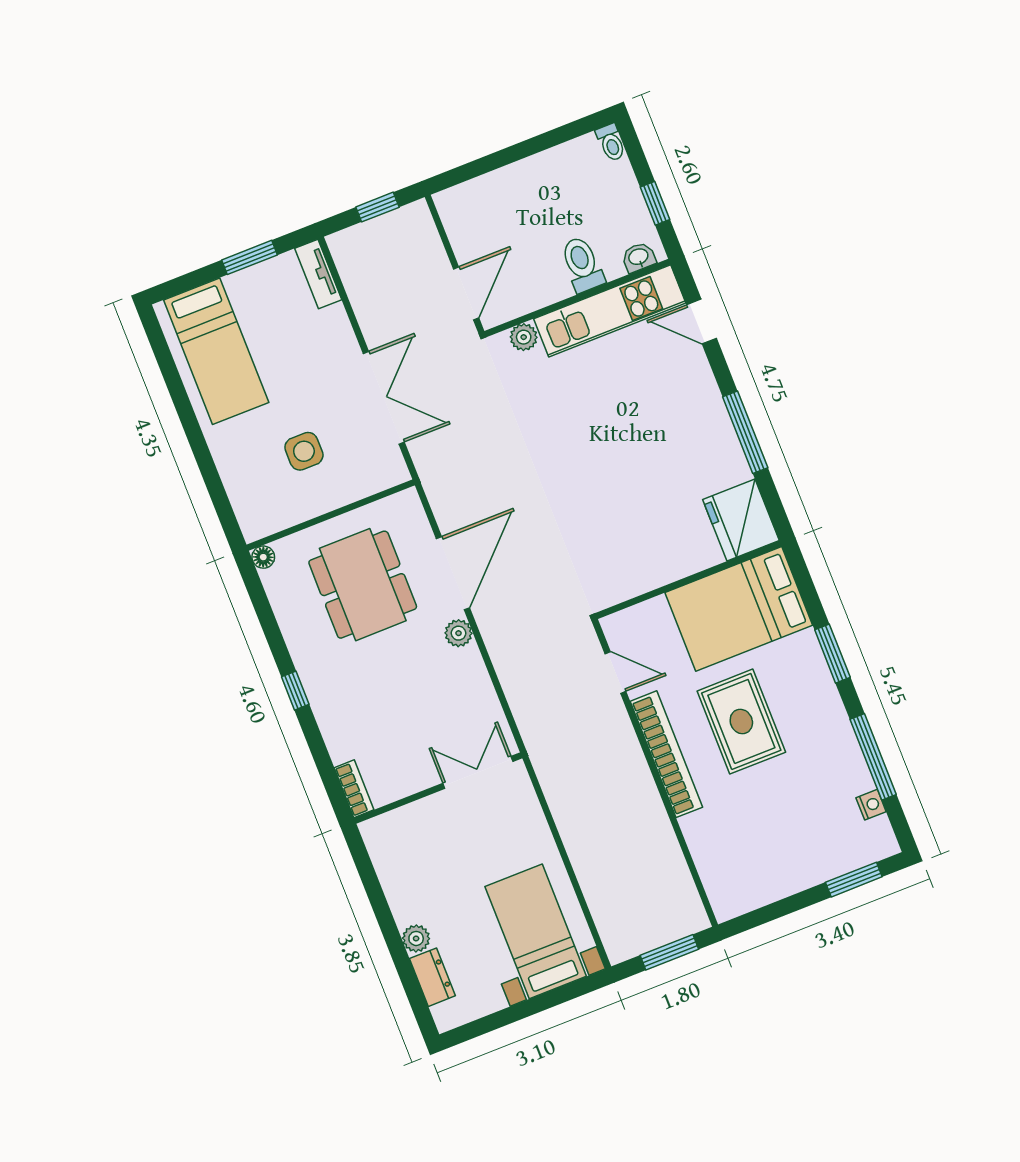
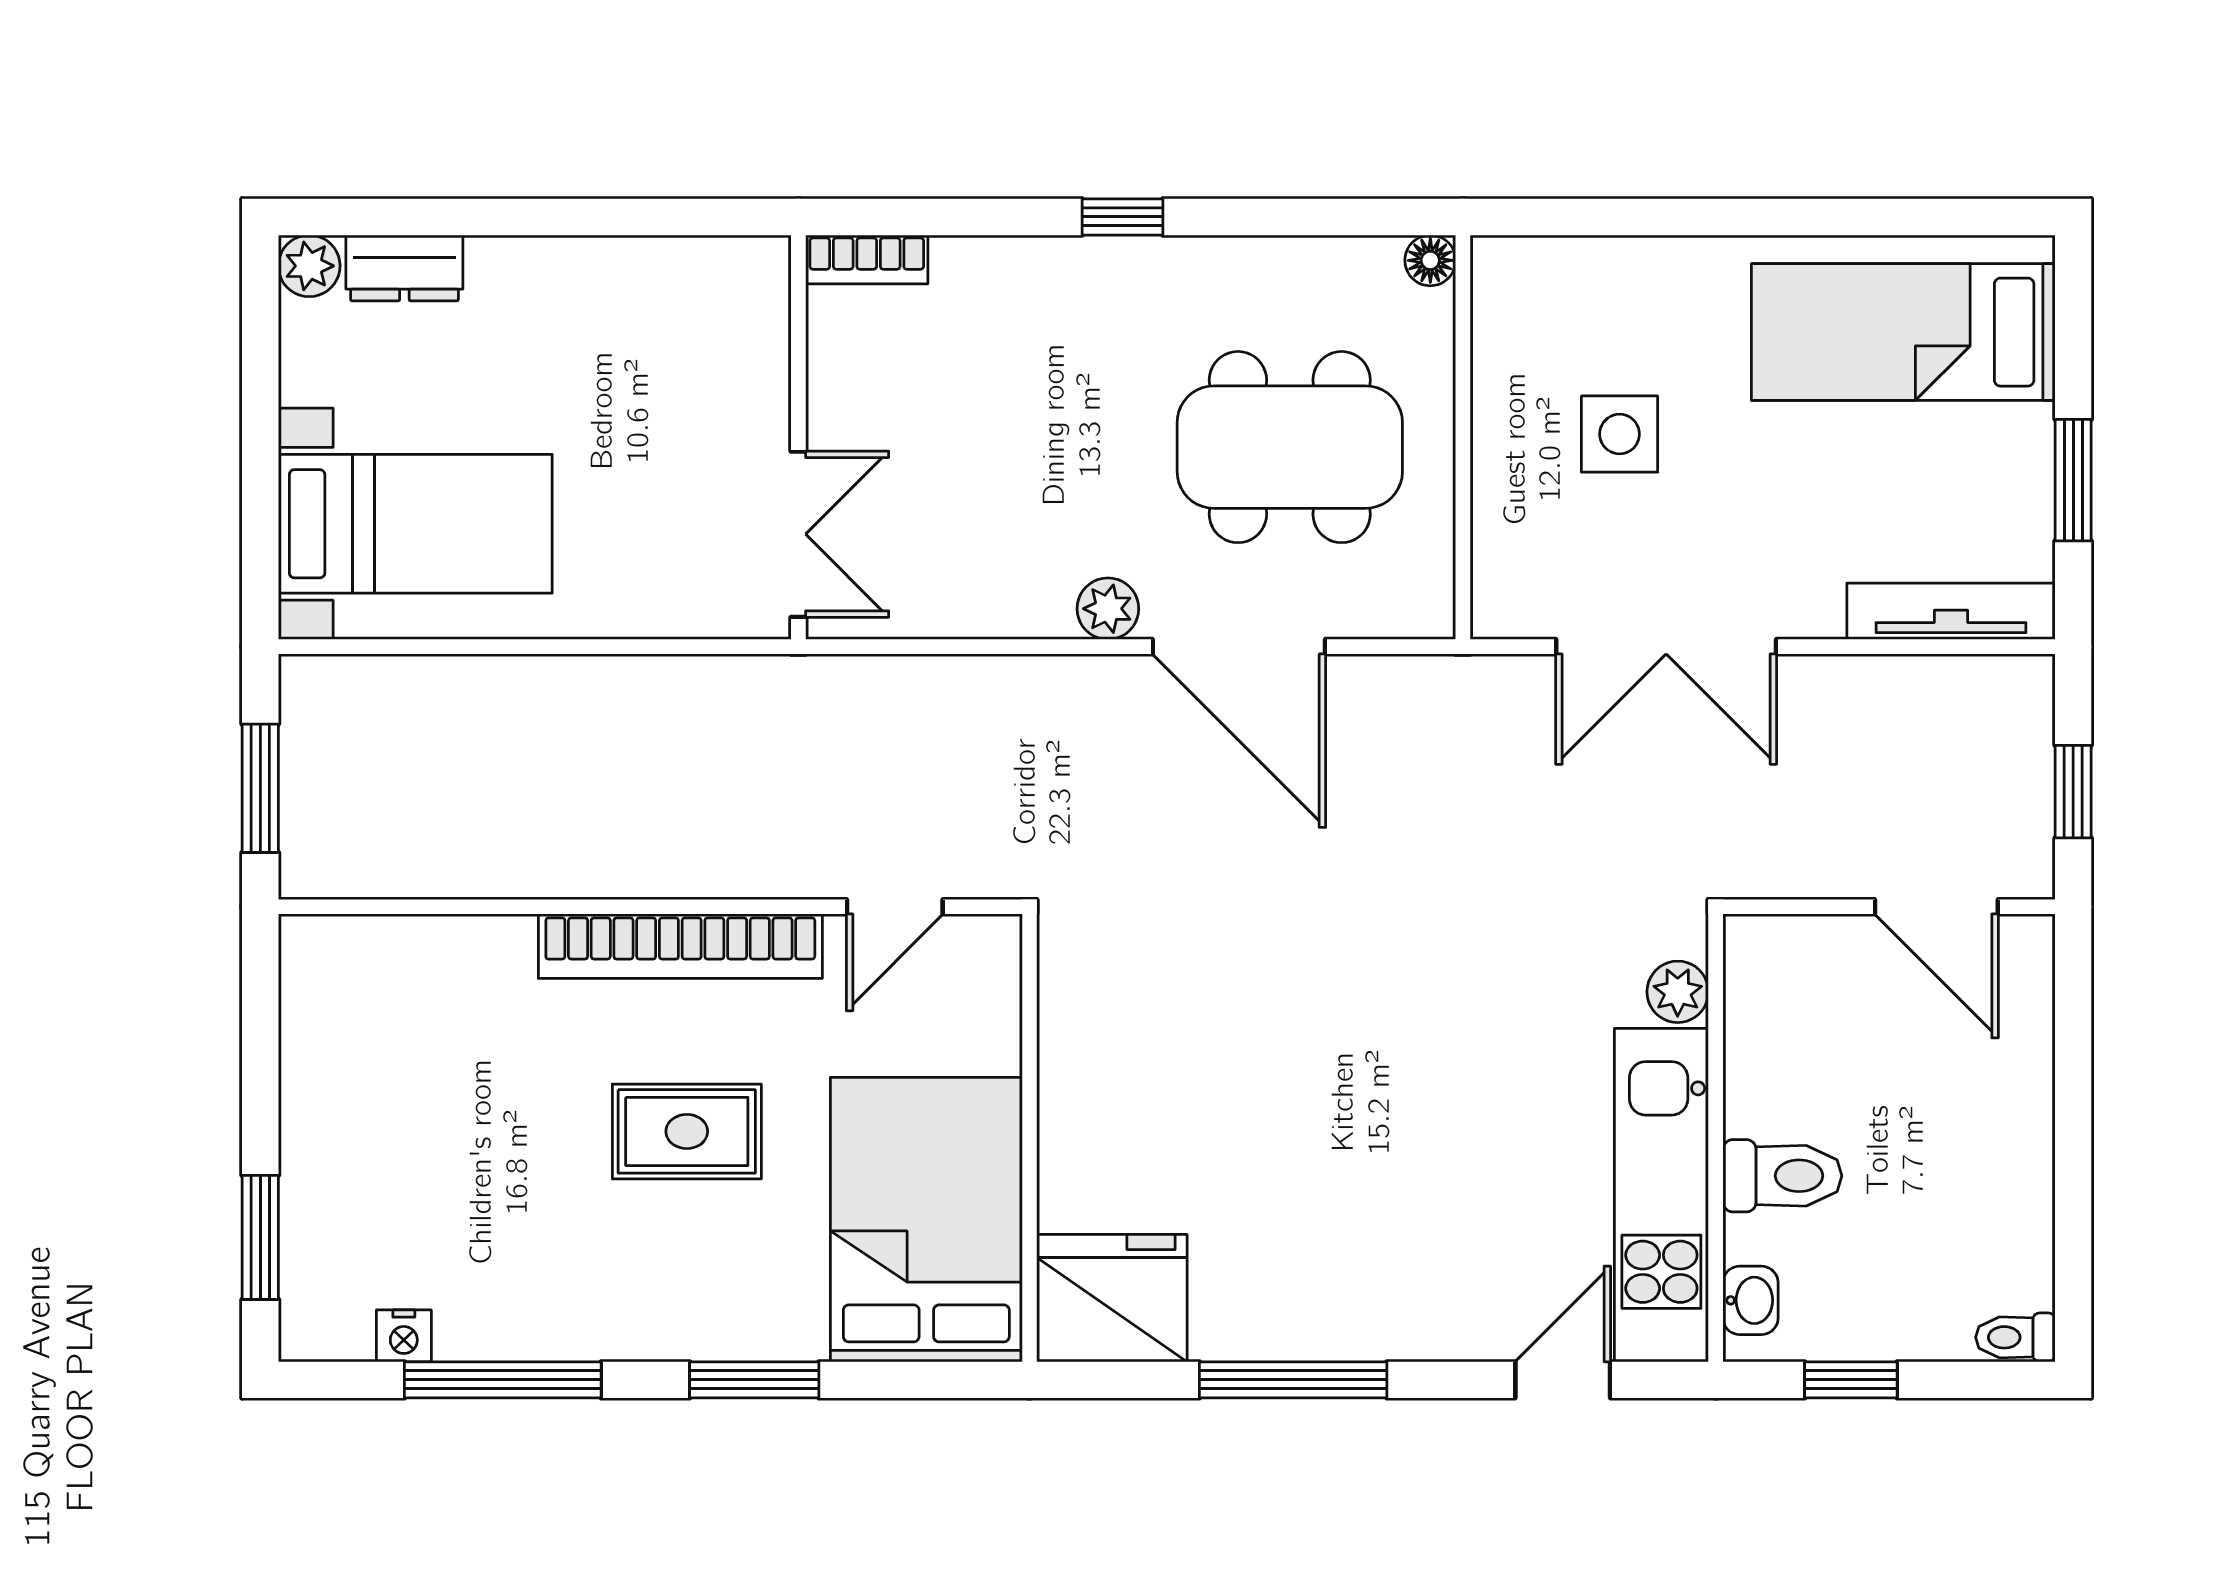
tv unit: (318, 274) -> (1951, 611), width x1.41
door: (466, 293) -> (1936, 907), moved
rug: (741, 722) -> (687, 1131), width x0.73, depth x0.70
plant: (416, 938) -> (309, 266), moved

